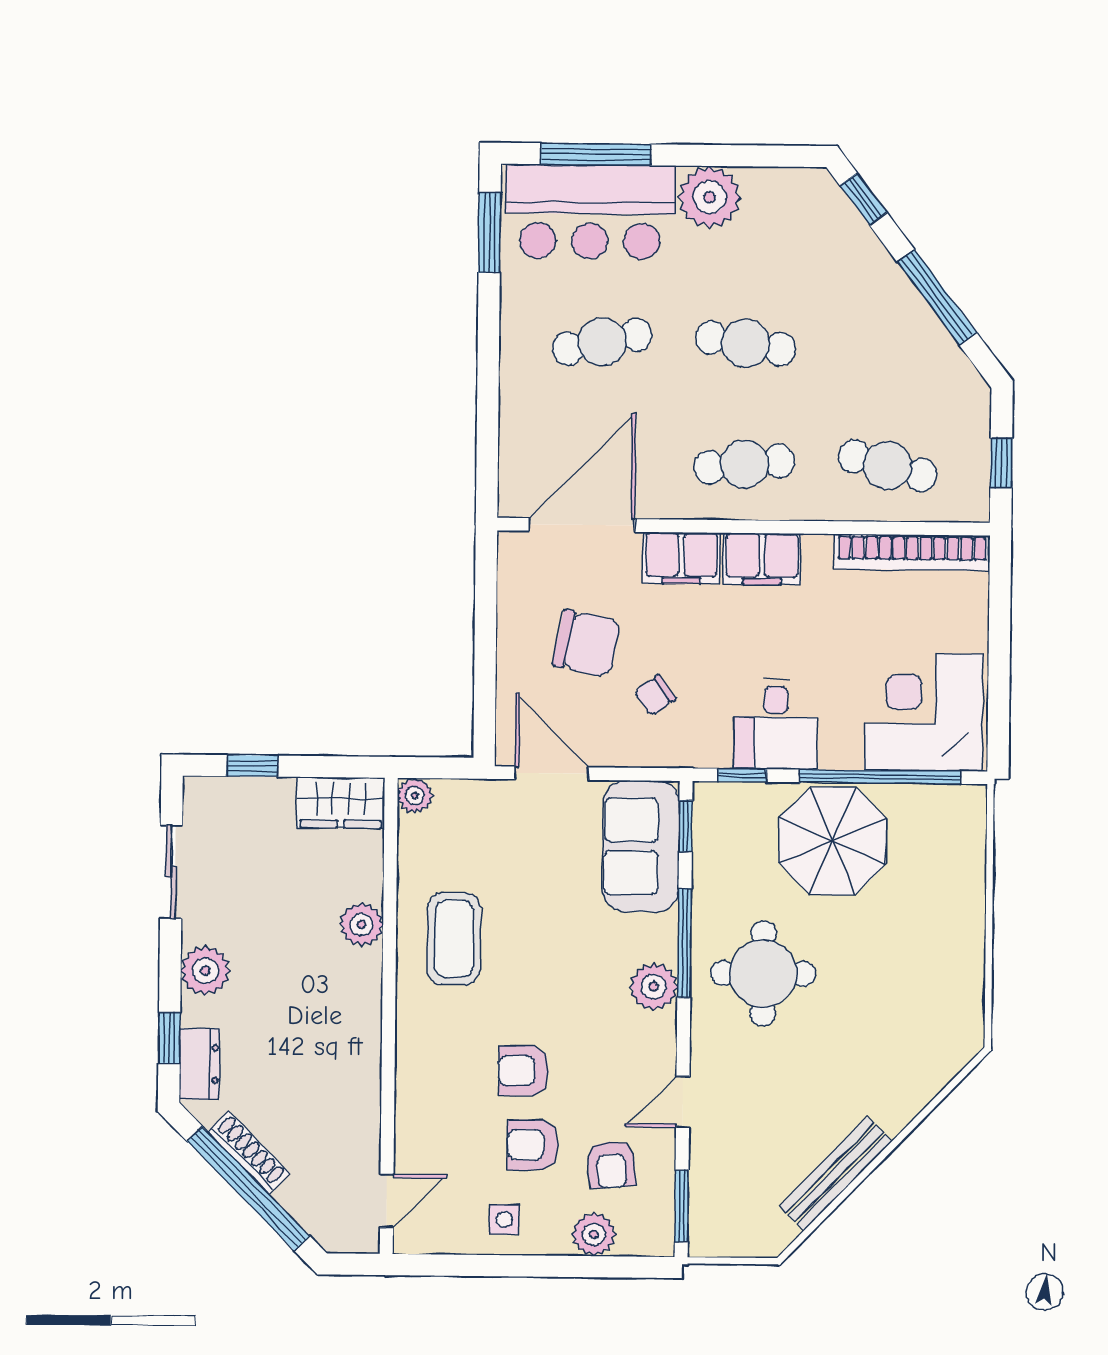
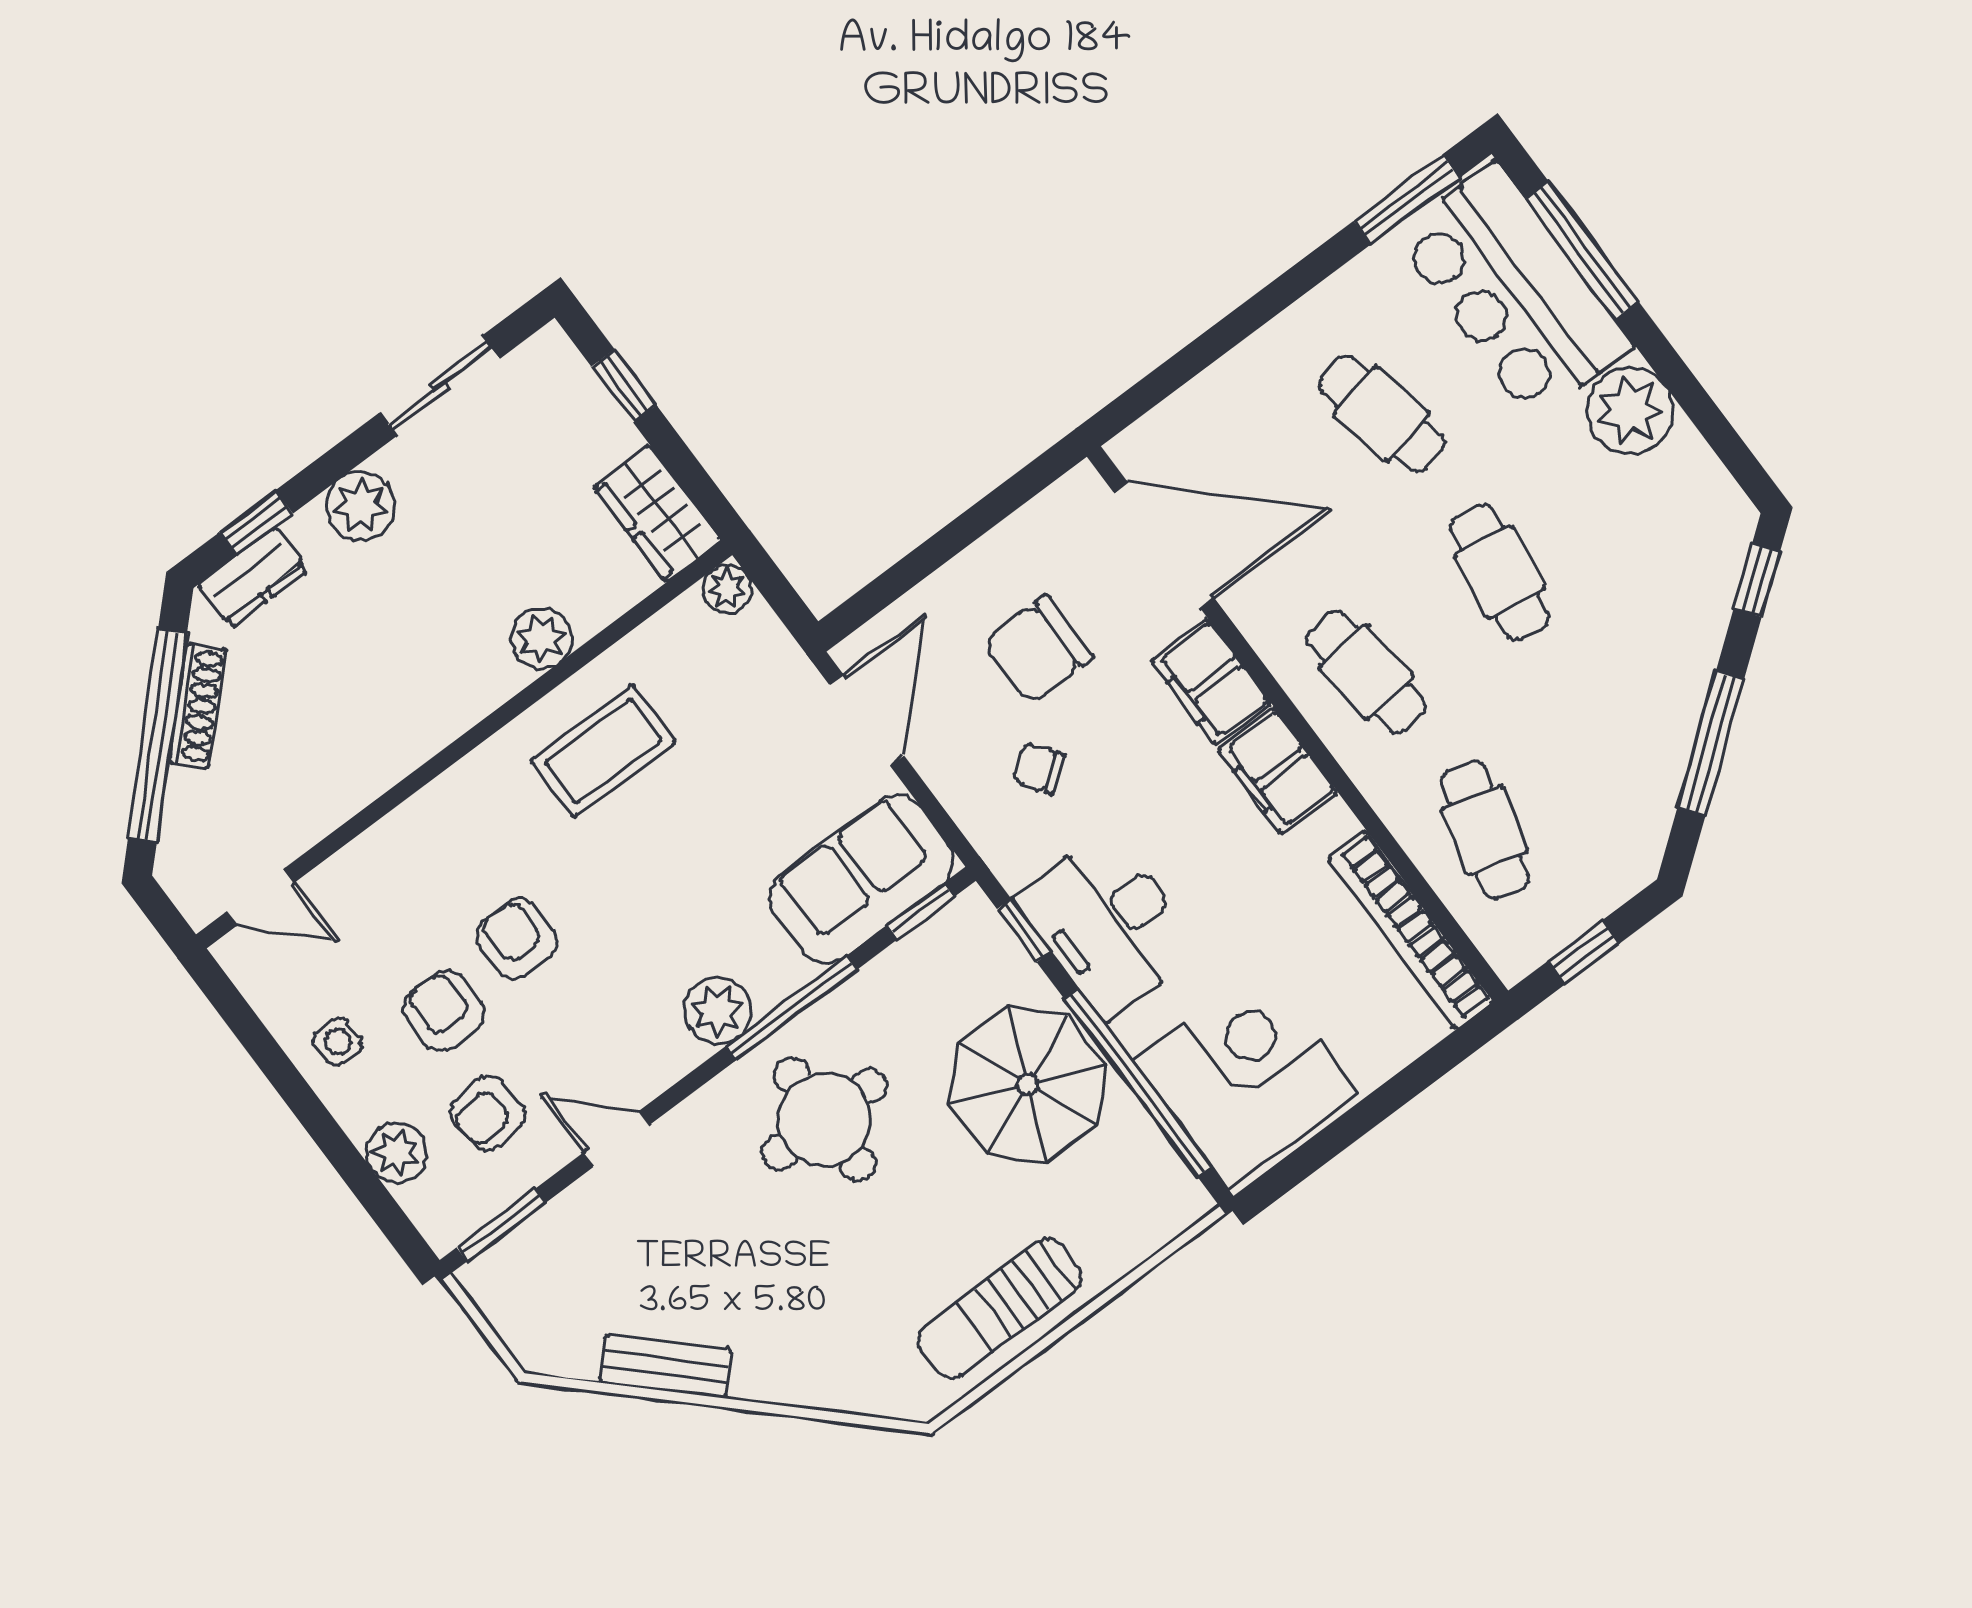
chair: (587, 643) -> (1038, 650), turned 78
desk: (776, 724) -> (1108, 924), width x1.37
sun lounger: (949, 956) -> (1000, 1309), added
bench: (836, 1174) -> (666, 1366), width x0.73

